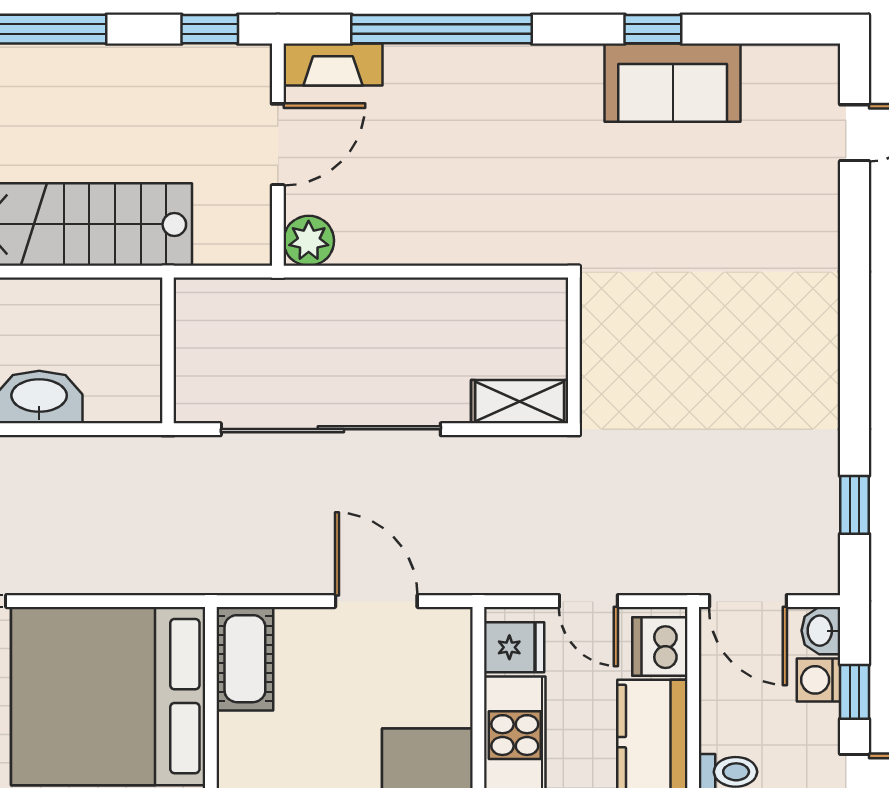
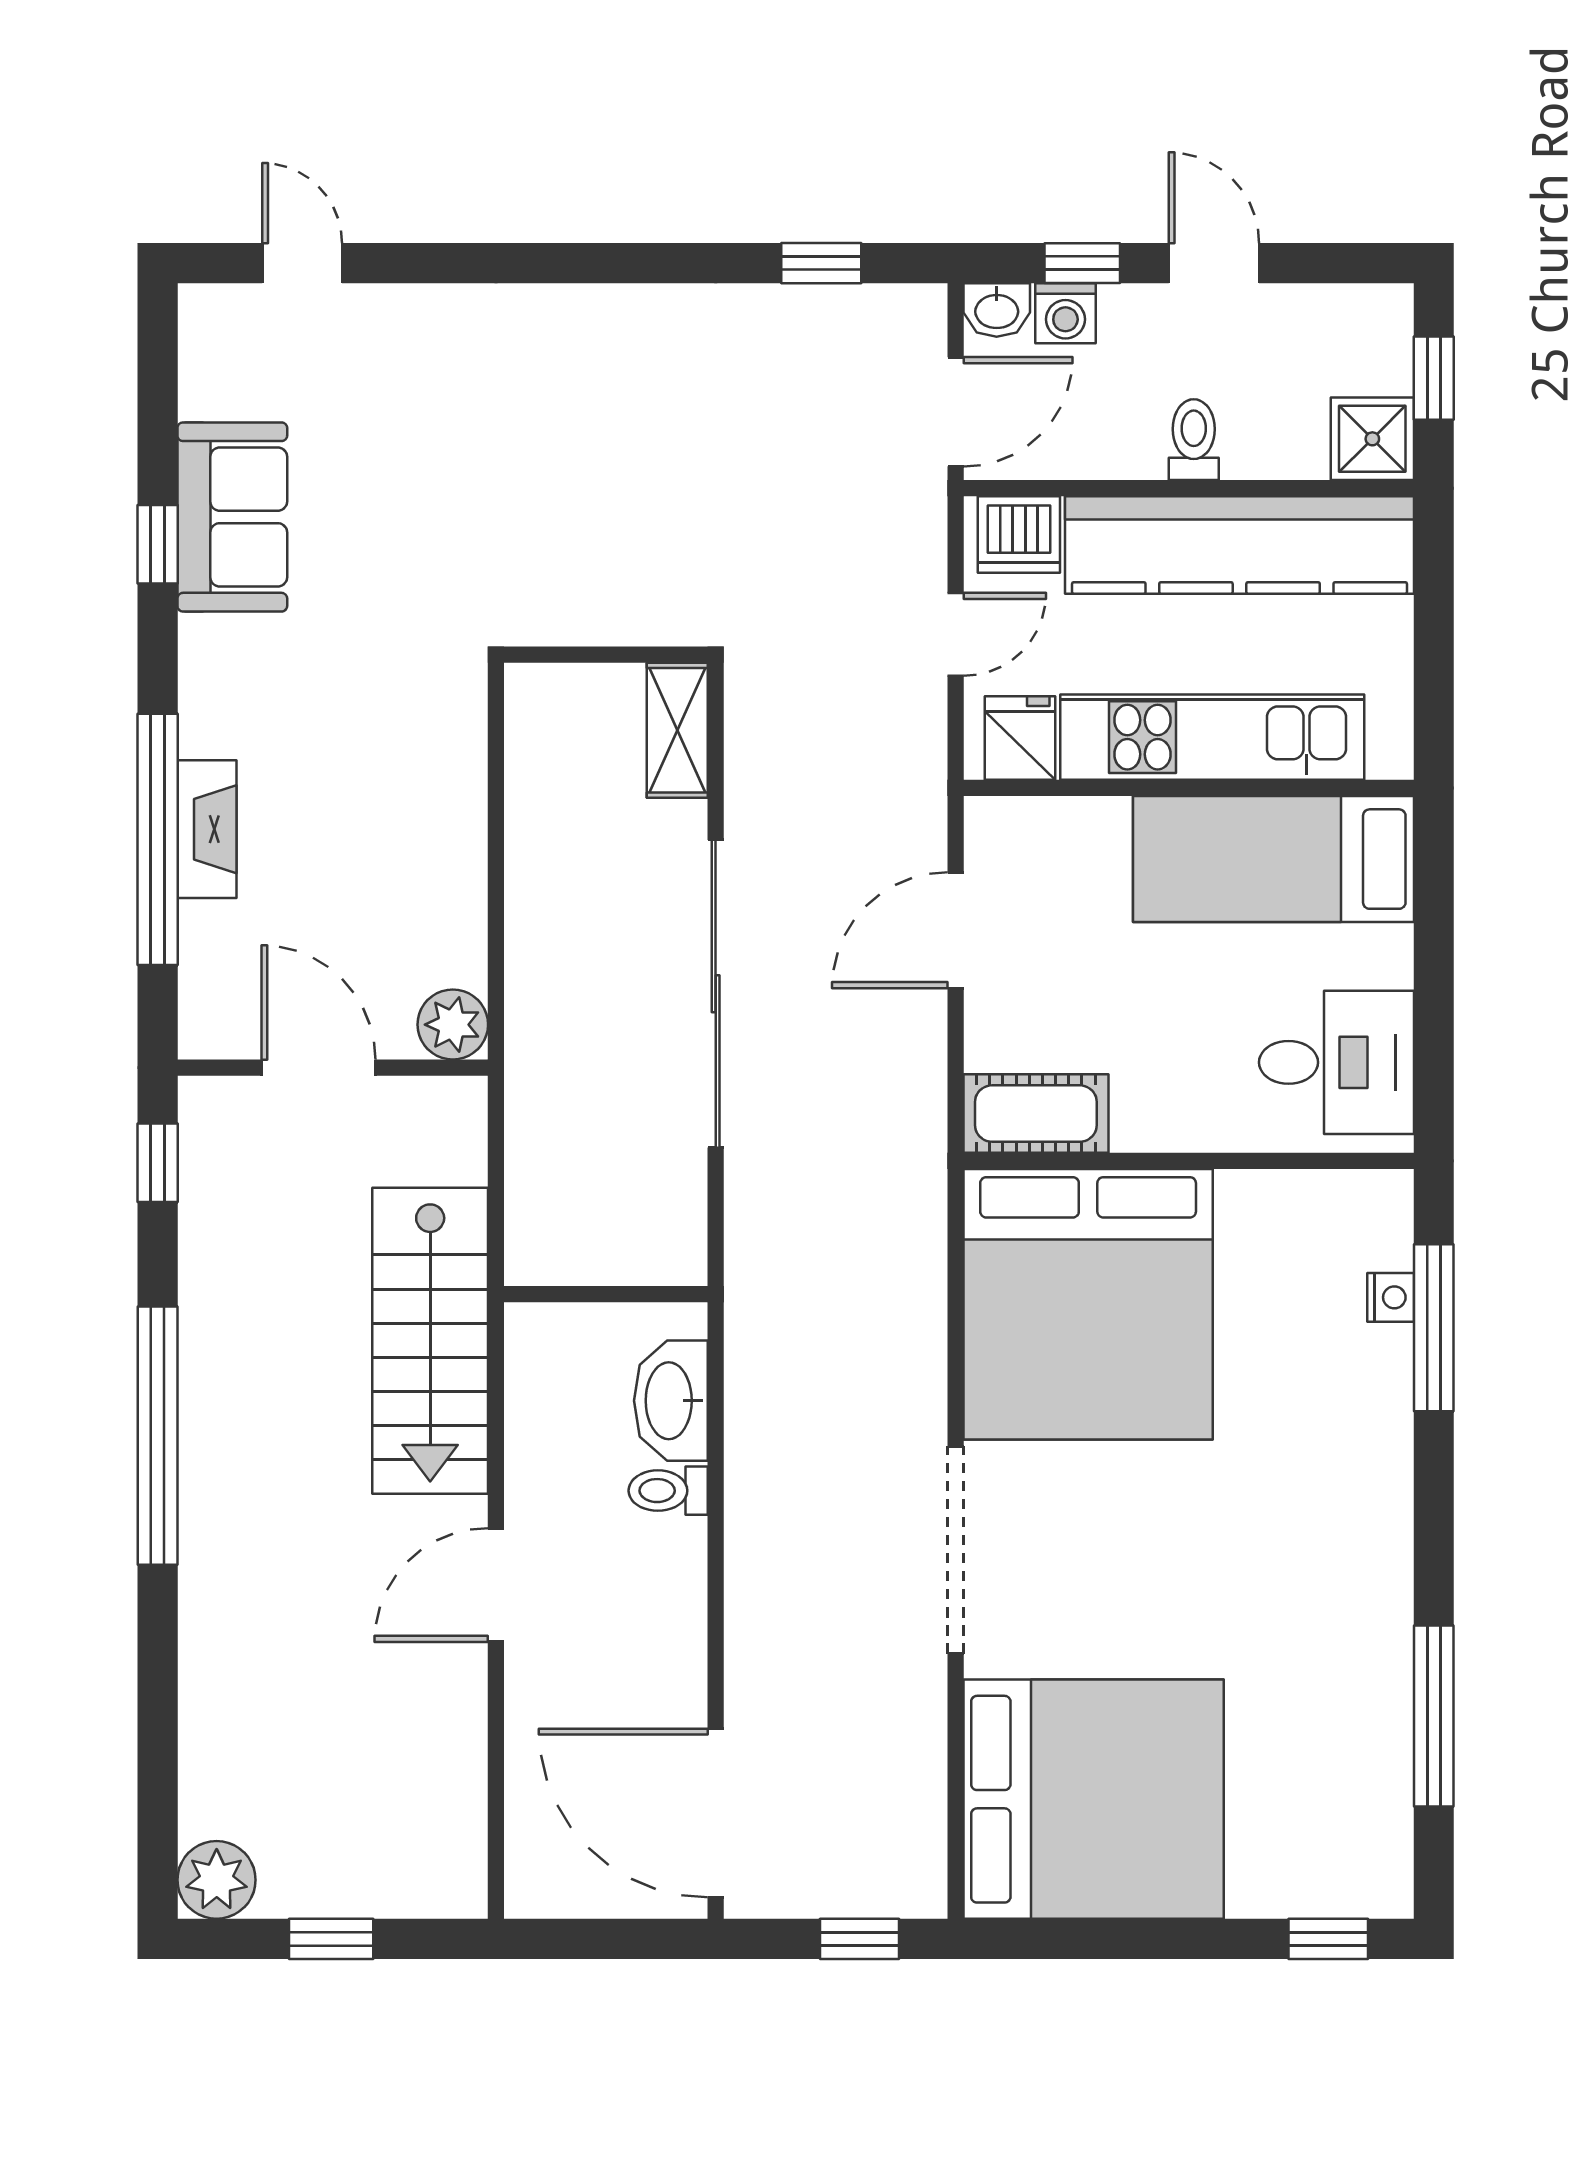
fireplace: (333, 65) -> (207, 829), moved
wall: (168, 350) -> (606, 1294), moved

